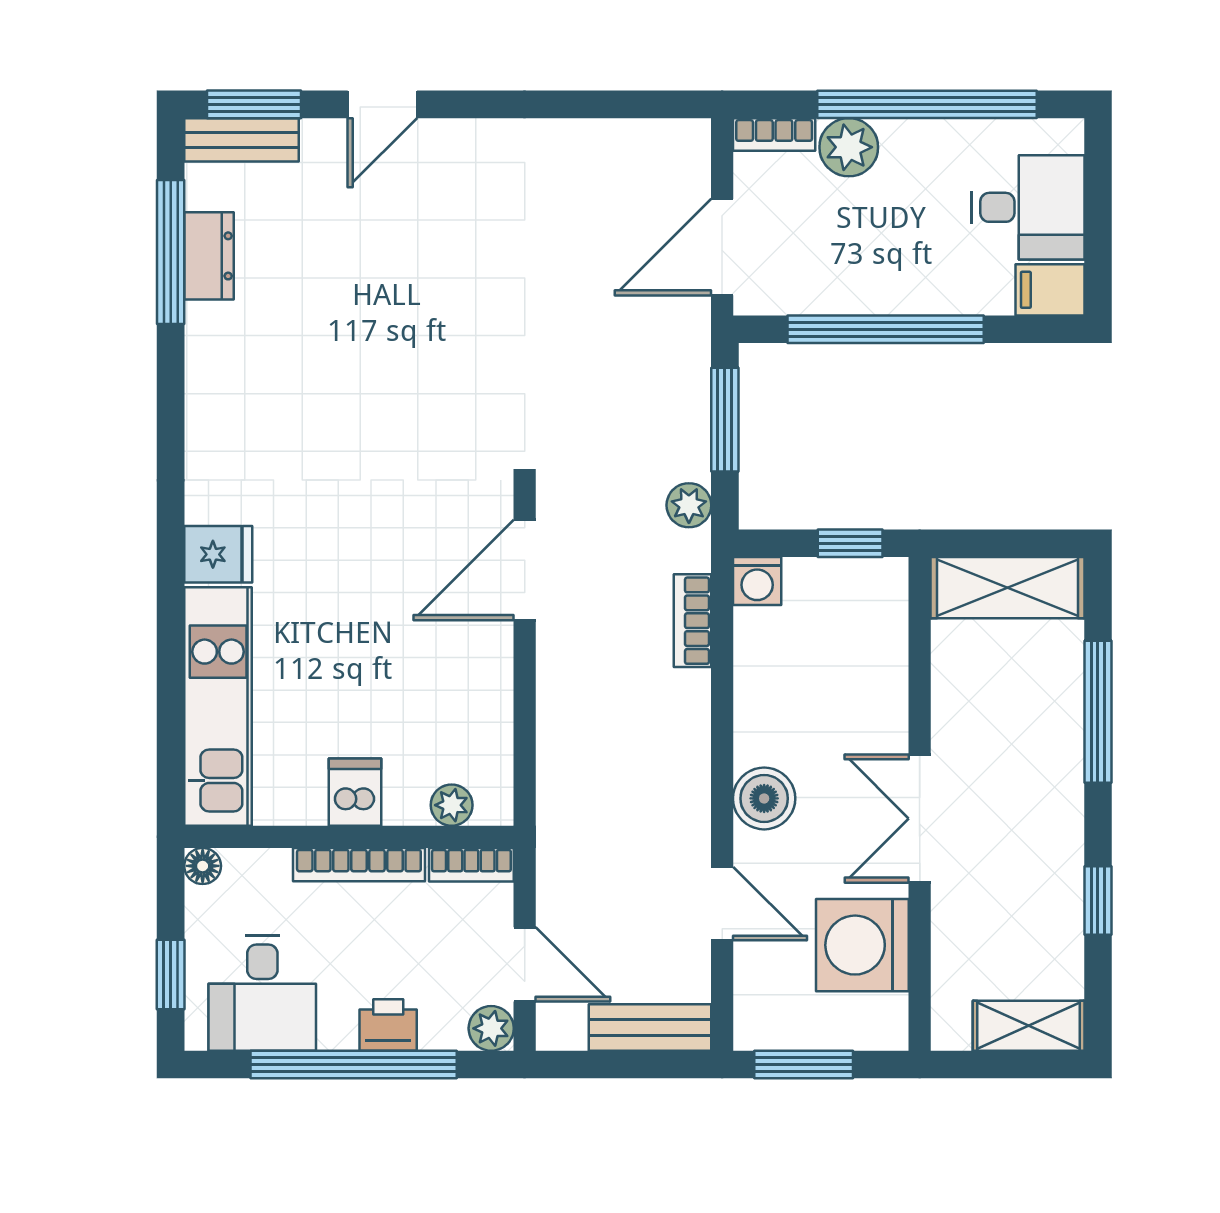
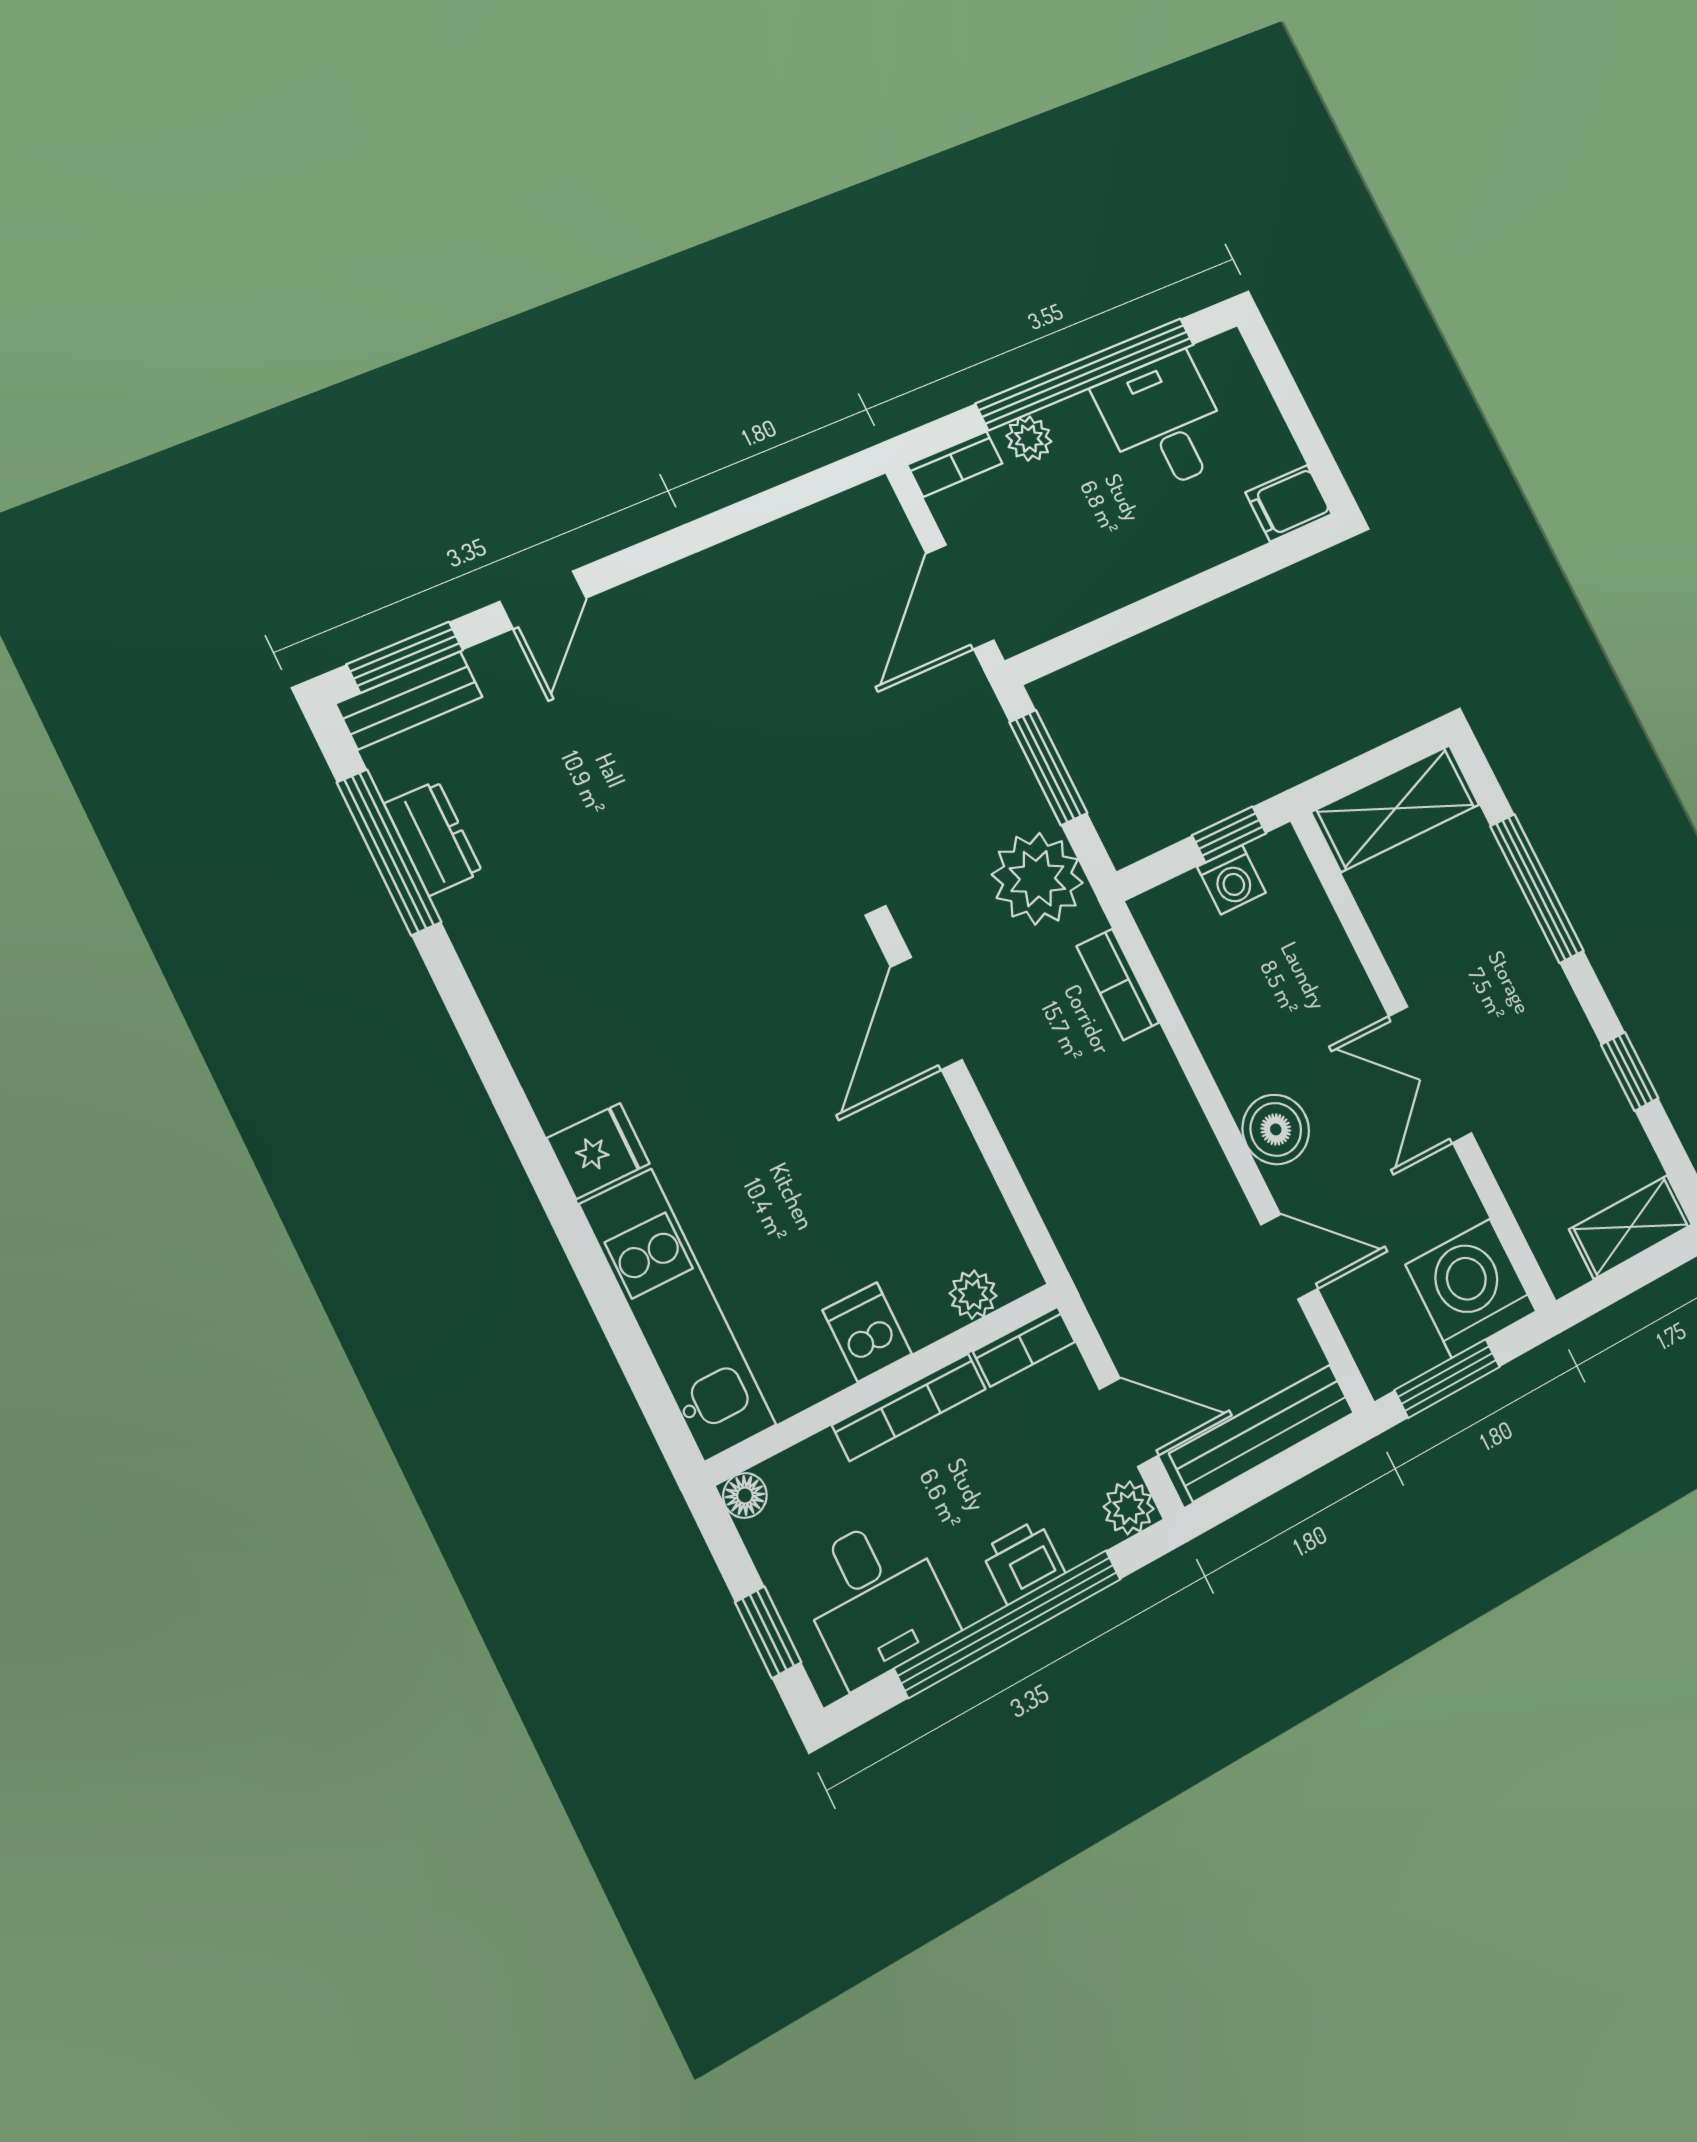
plant: (849, 147) -> (1029, 439), width x0.73, depth x0.73
desk: (1028, 207) -> (1165, 422), moved, turned -90
window: (886, 329) -> (1157, 609), removed
plant: (689, 505) -> (1037, 879), width x1.87, depth x1.87
washing machine: (757, 581) -> (1231, 880), moved
washing machine: (862, 945) -> (1471, 1288), moved, turned 90
bench: (650, 1027) -> (1262, 1433), width x1.36

